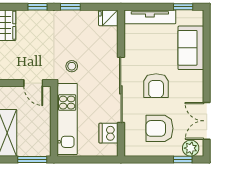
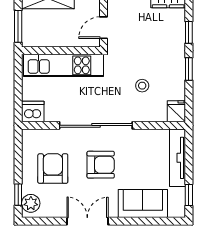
stool: (72, 66) -> (142, 86), moved
armchair: (156, 86) -> (101, 165), turned 180
double door: (207, 121) -> (87, 221), moved
dishwasher: (108, 133) -> (33, 112), moved

